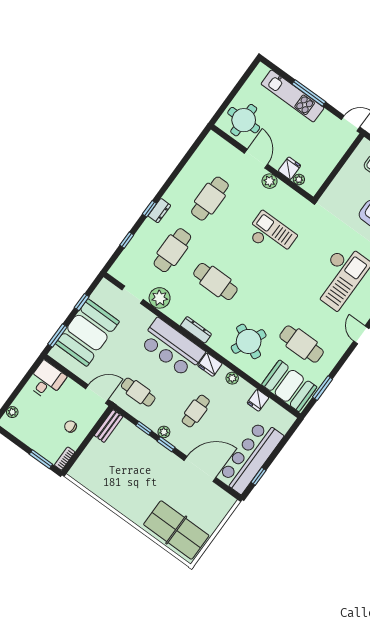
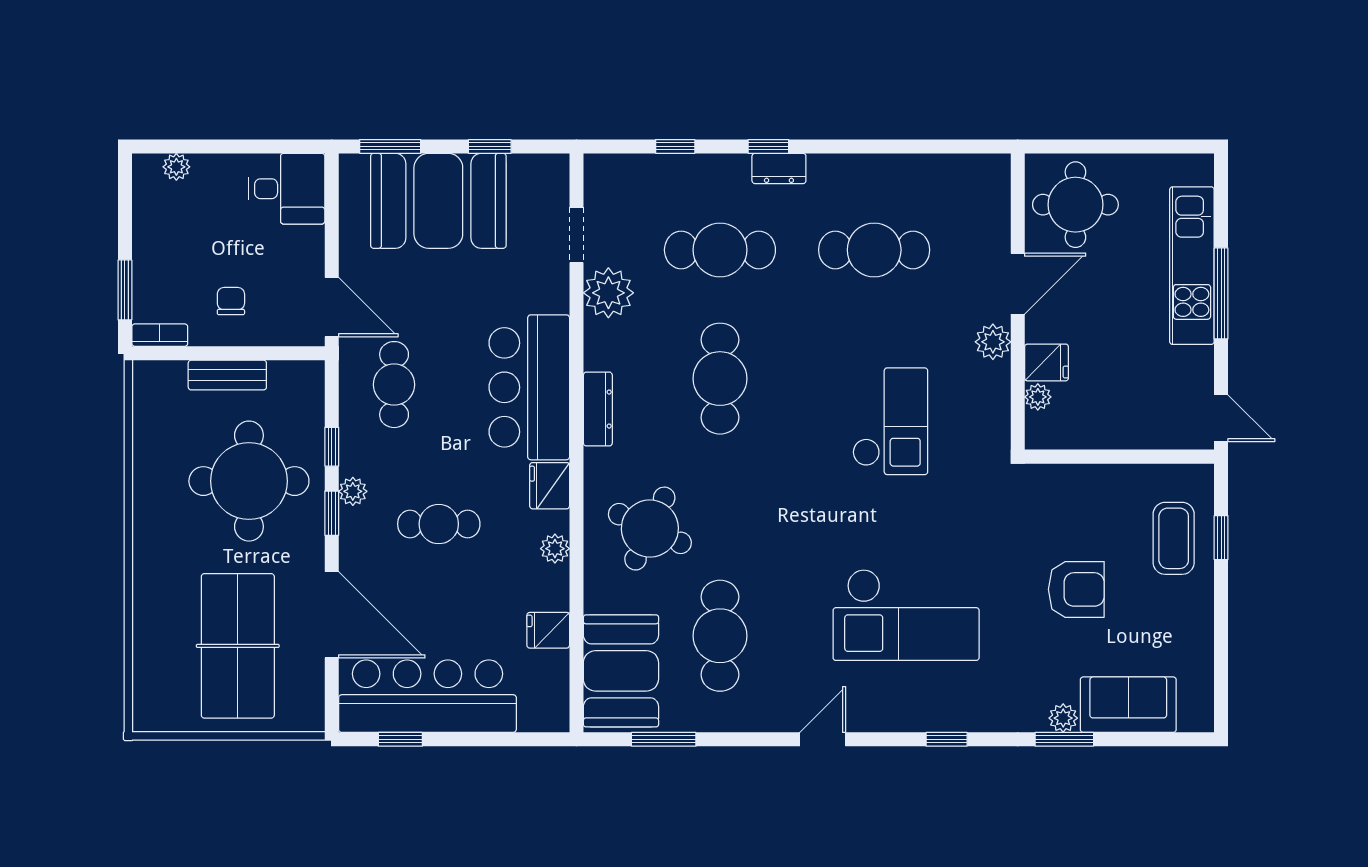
bench: (109, 426) -> (227, 375), moved
round table: (135, 464) -> (249, 481), added
table tennis table: (176, 530) -> (238, 646), moved

